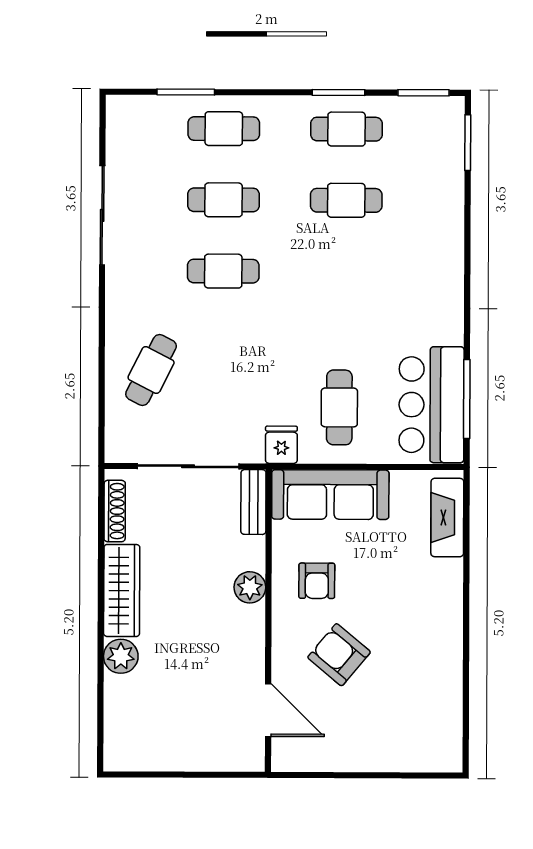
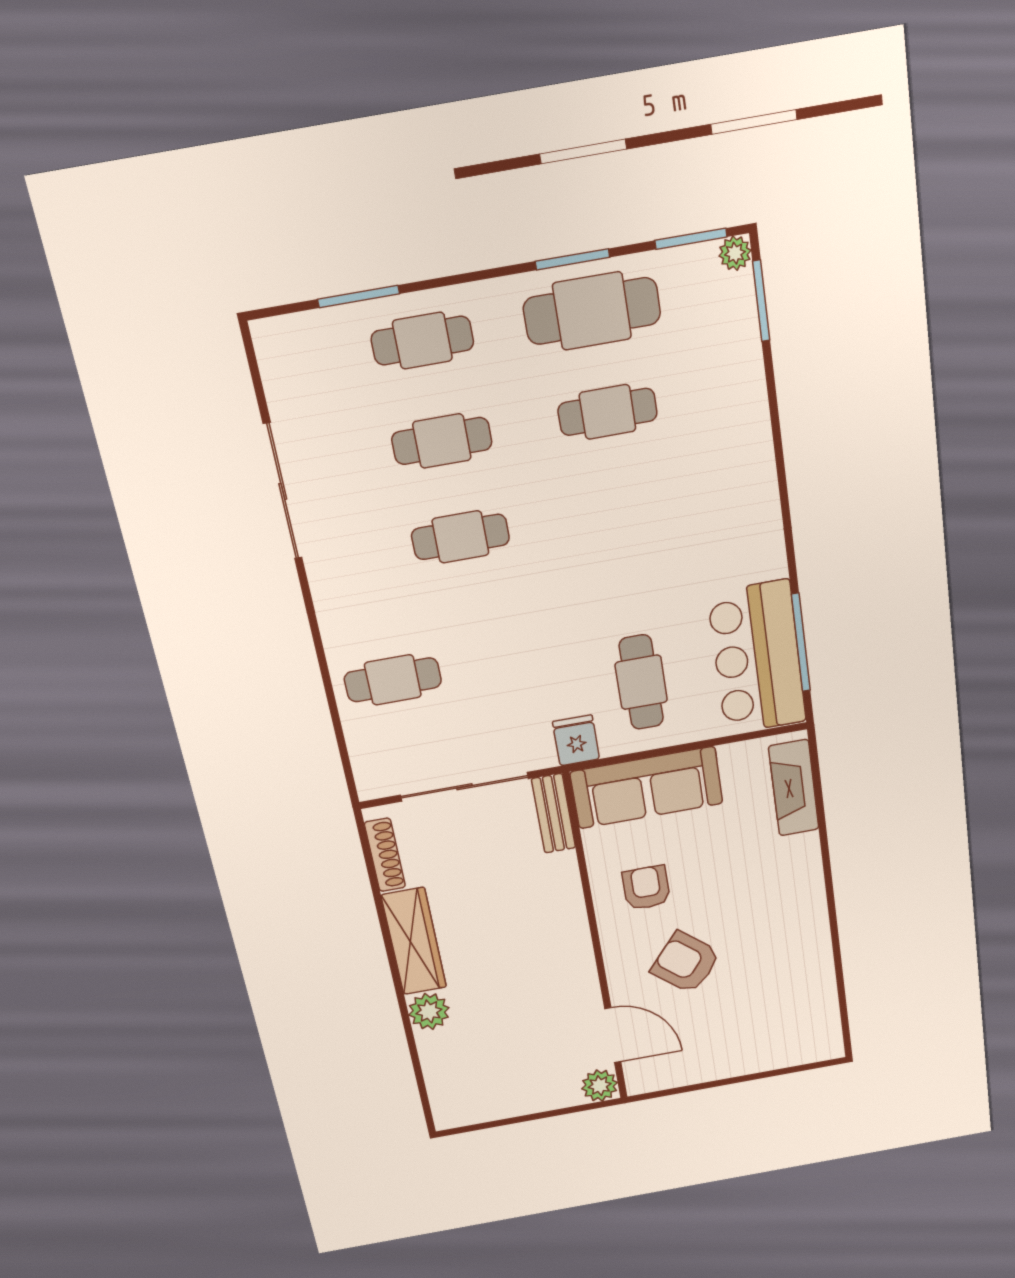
plant: (453, 108) -> (735, 253), added
cafe table: (347, 129) -> (592, 311), width x1.37, depth x1.35
cafe table: (151, 370) -> (393, 680), turned 63
armchair: (317, 581) -> (646, 888), turned 180
plant: (250, 587) -> (600, 1086), moved

